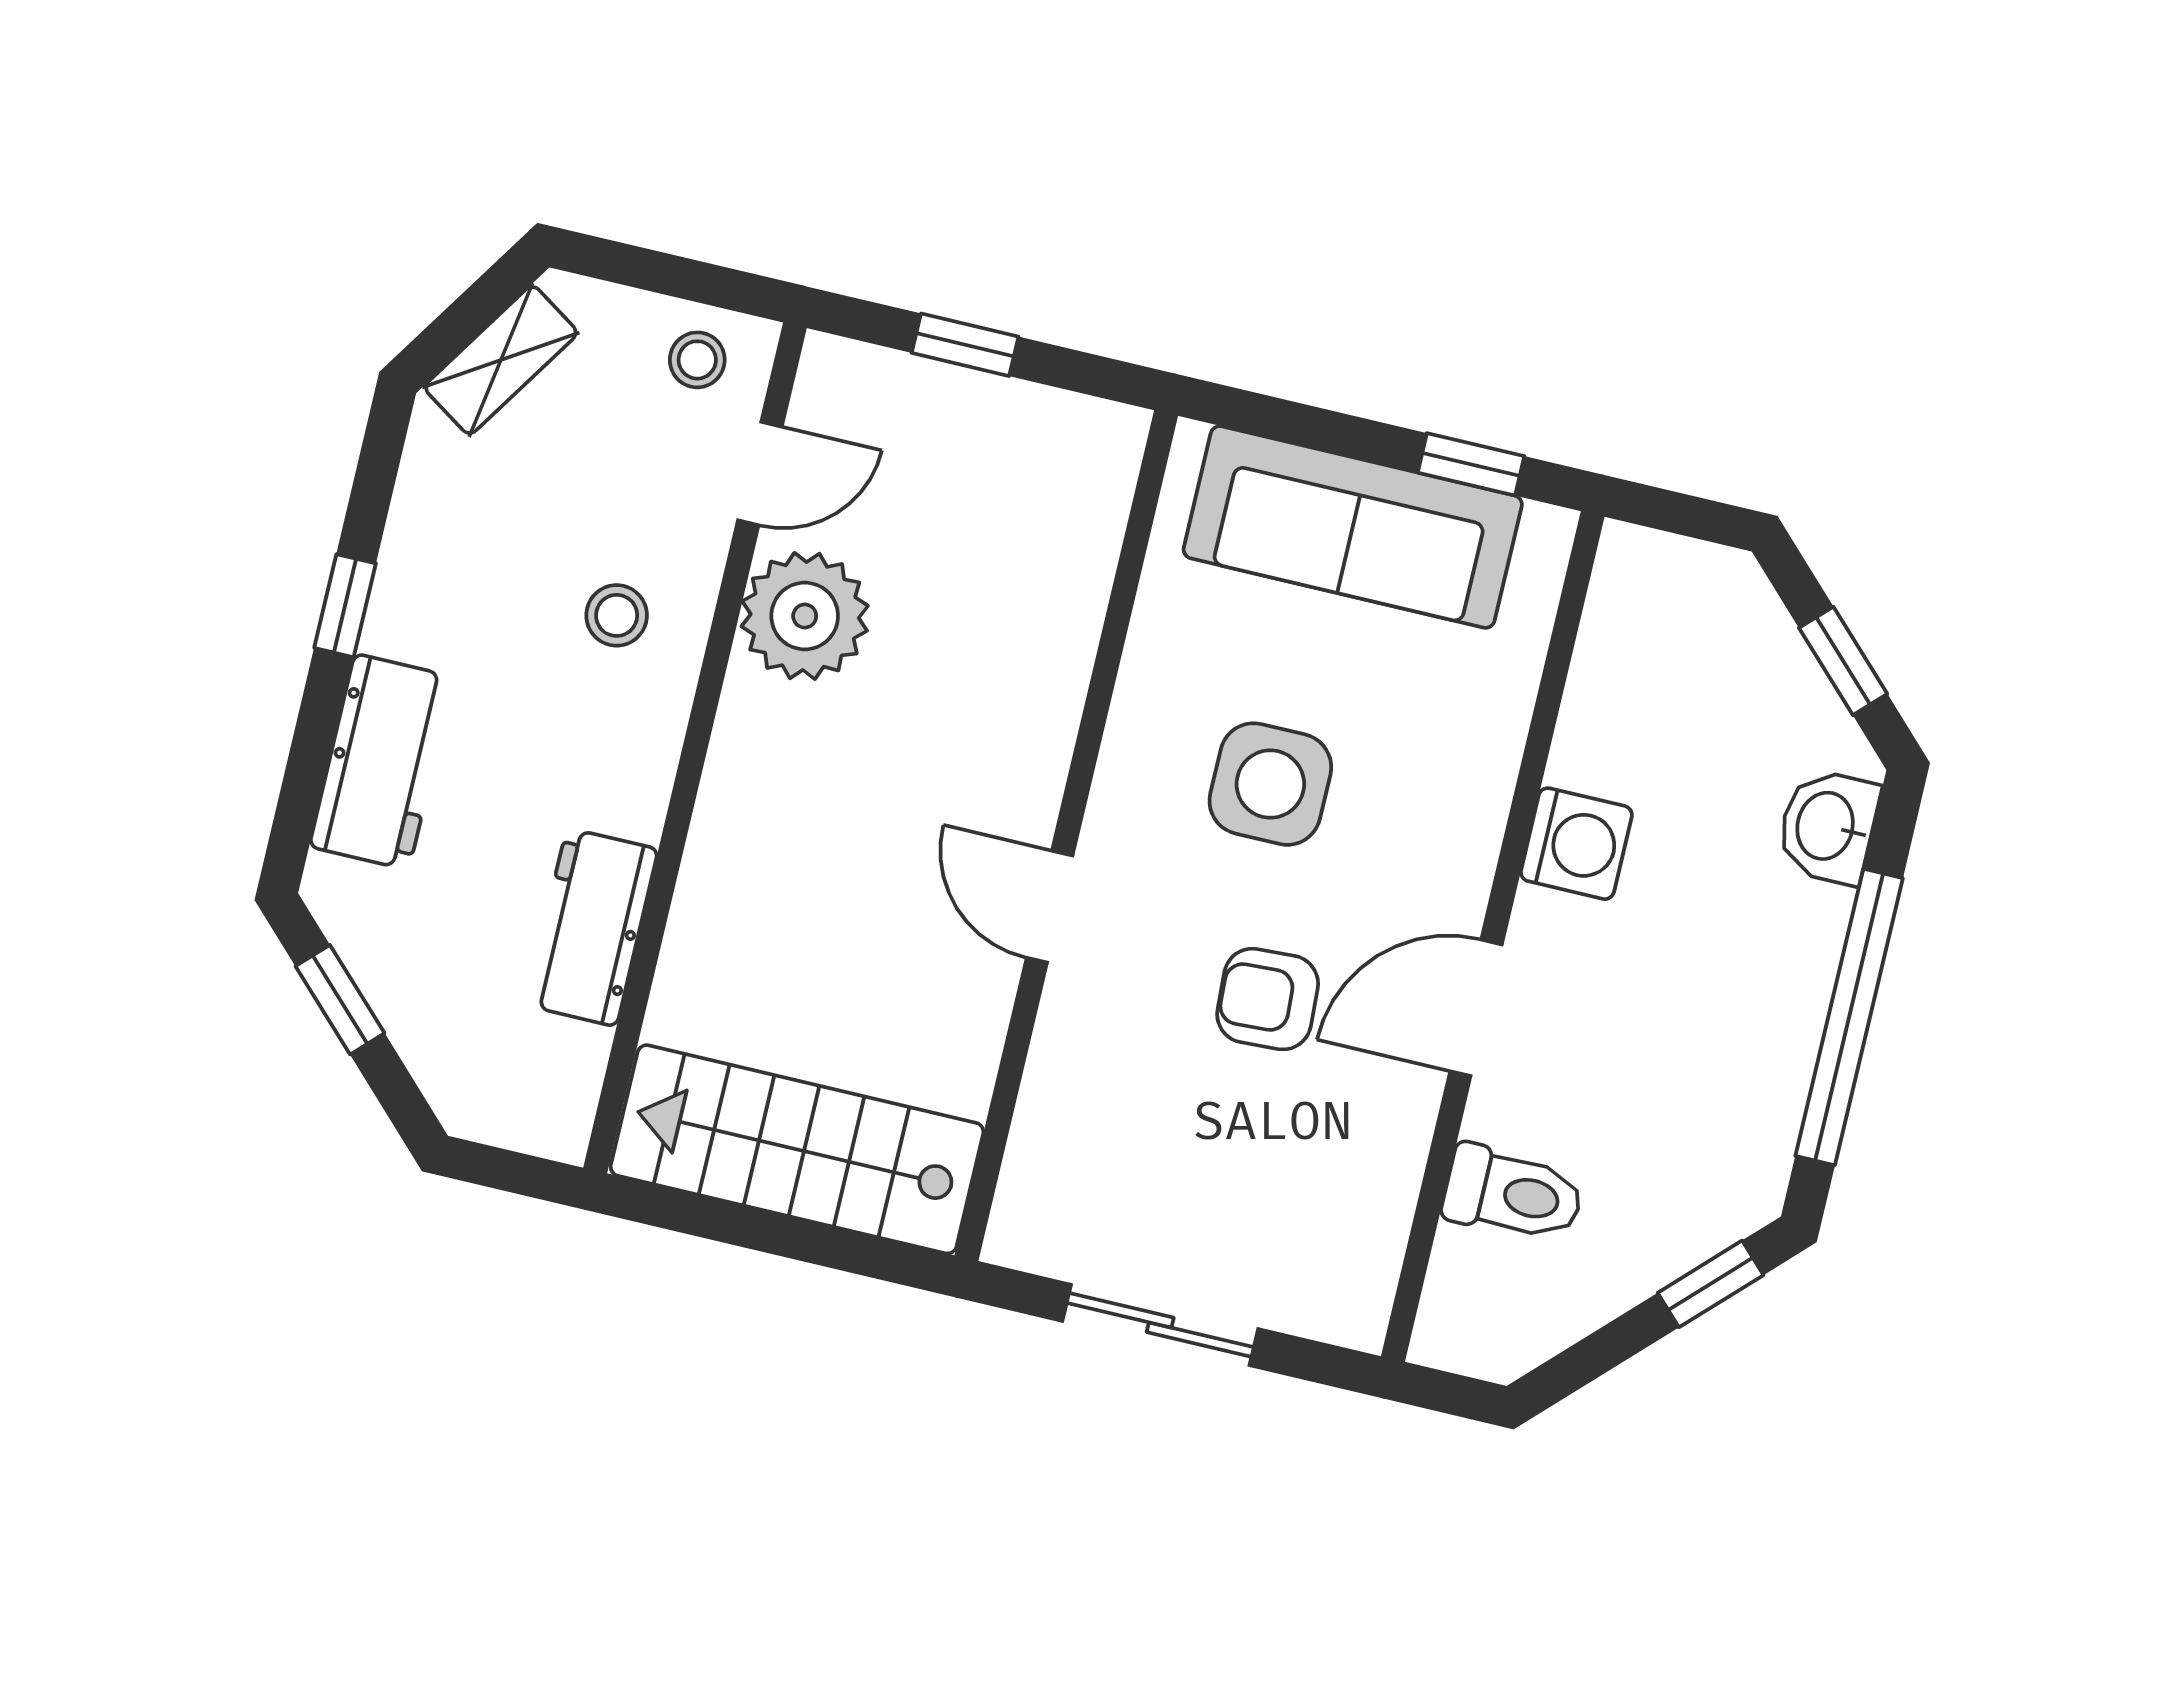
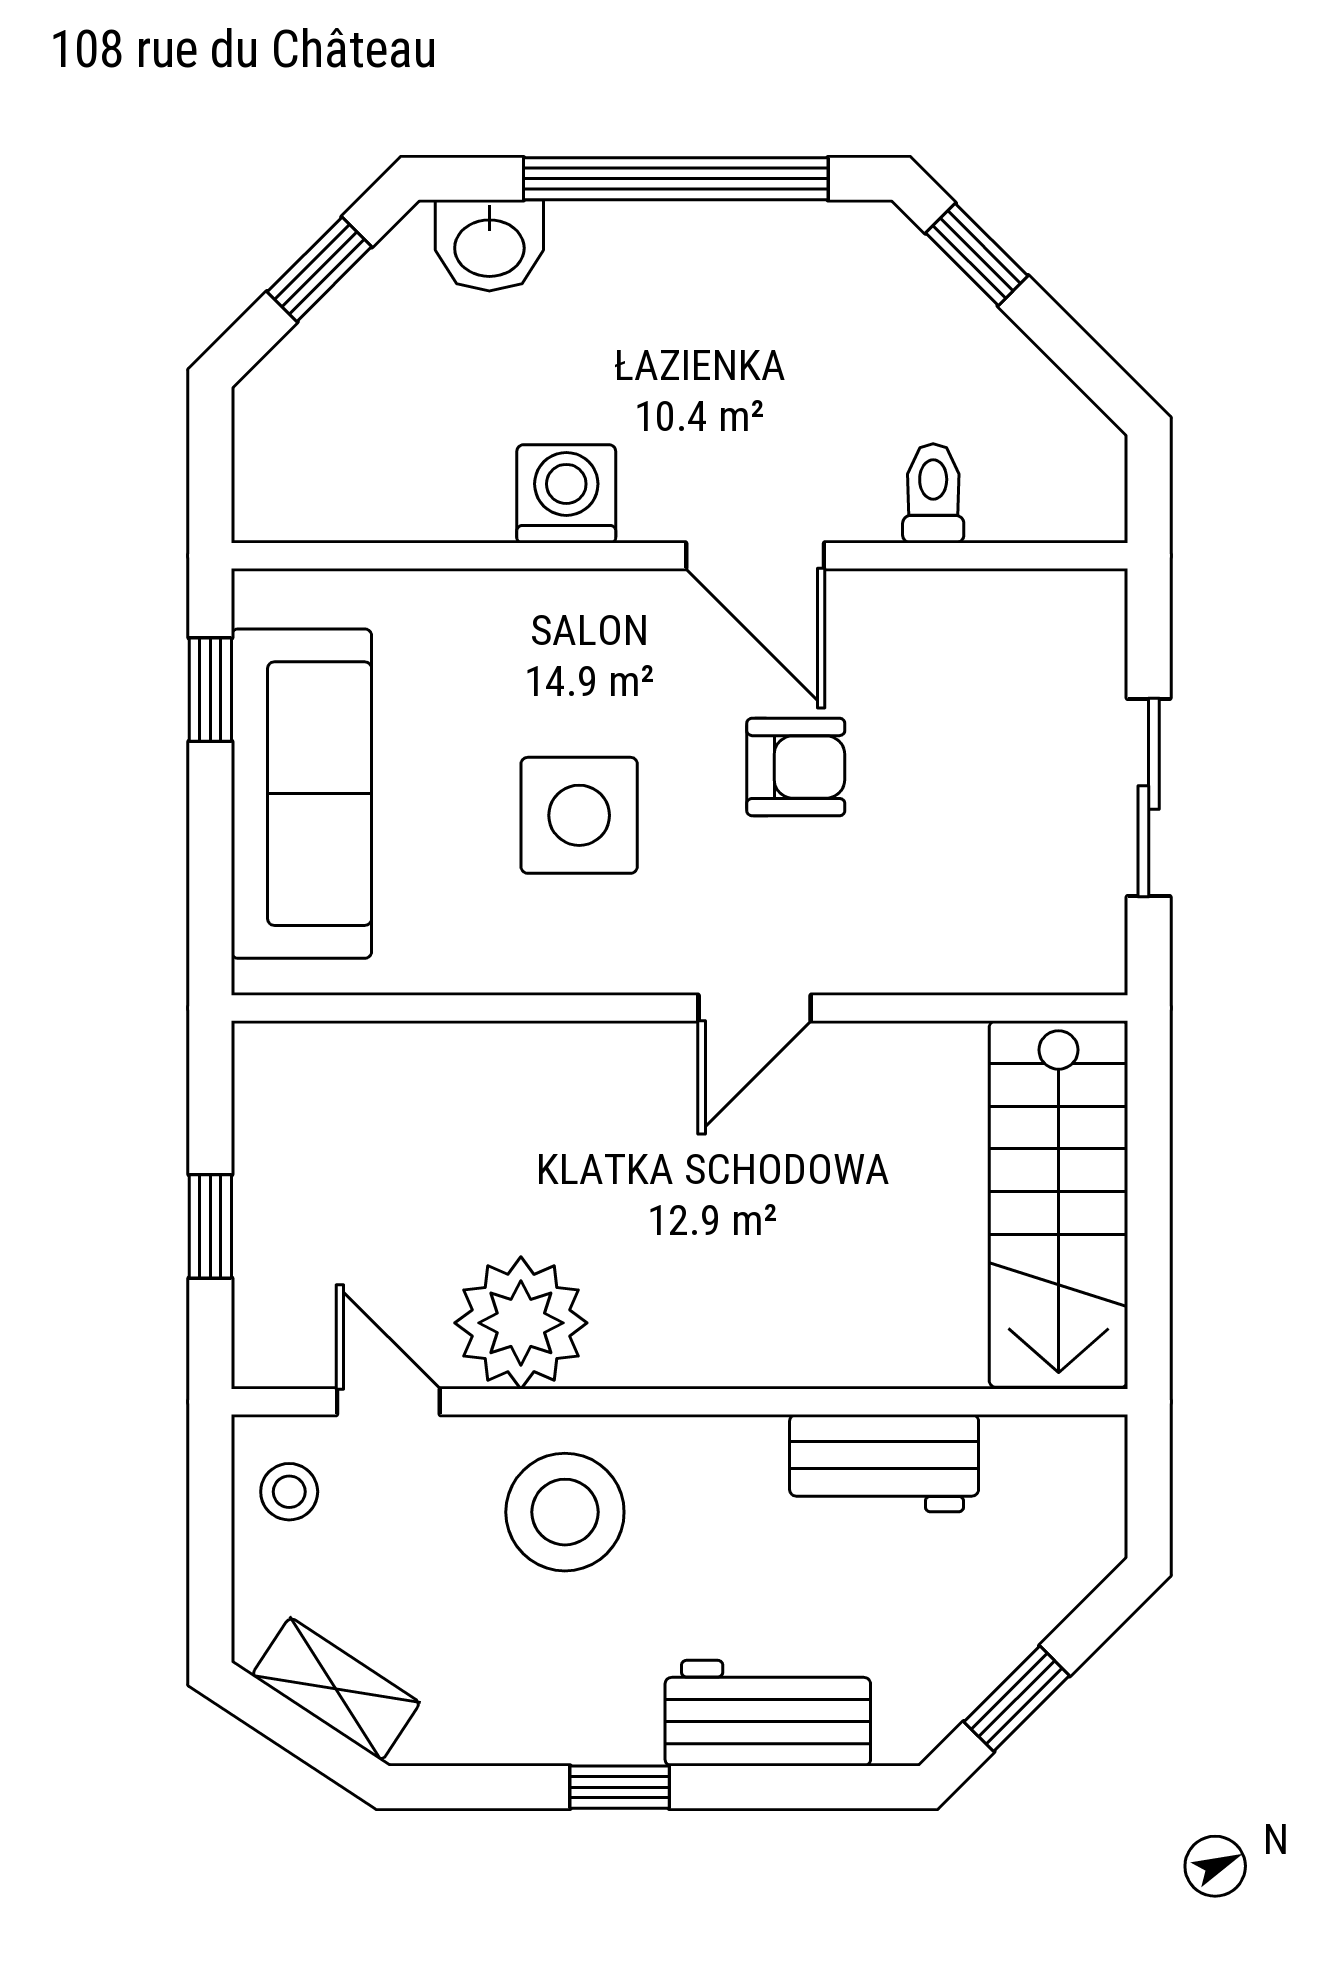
stool: (617, 615) -> (565, 1512), width x1.89, depth x1.89
armchair: (1268, 999) -> (796, 767), turned -87
toilet: (1513, 1194) -> (933, 493), width x0.73, depth x0.72

